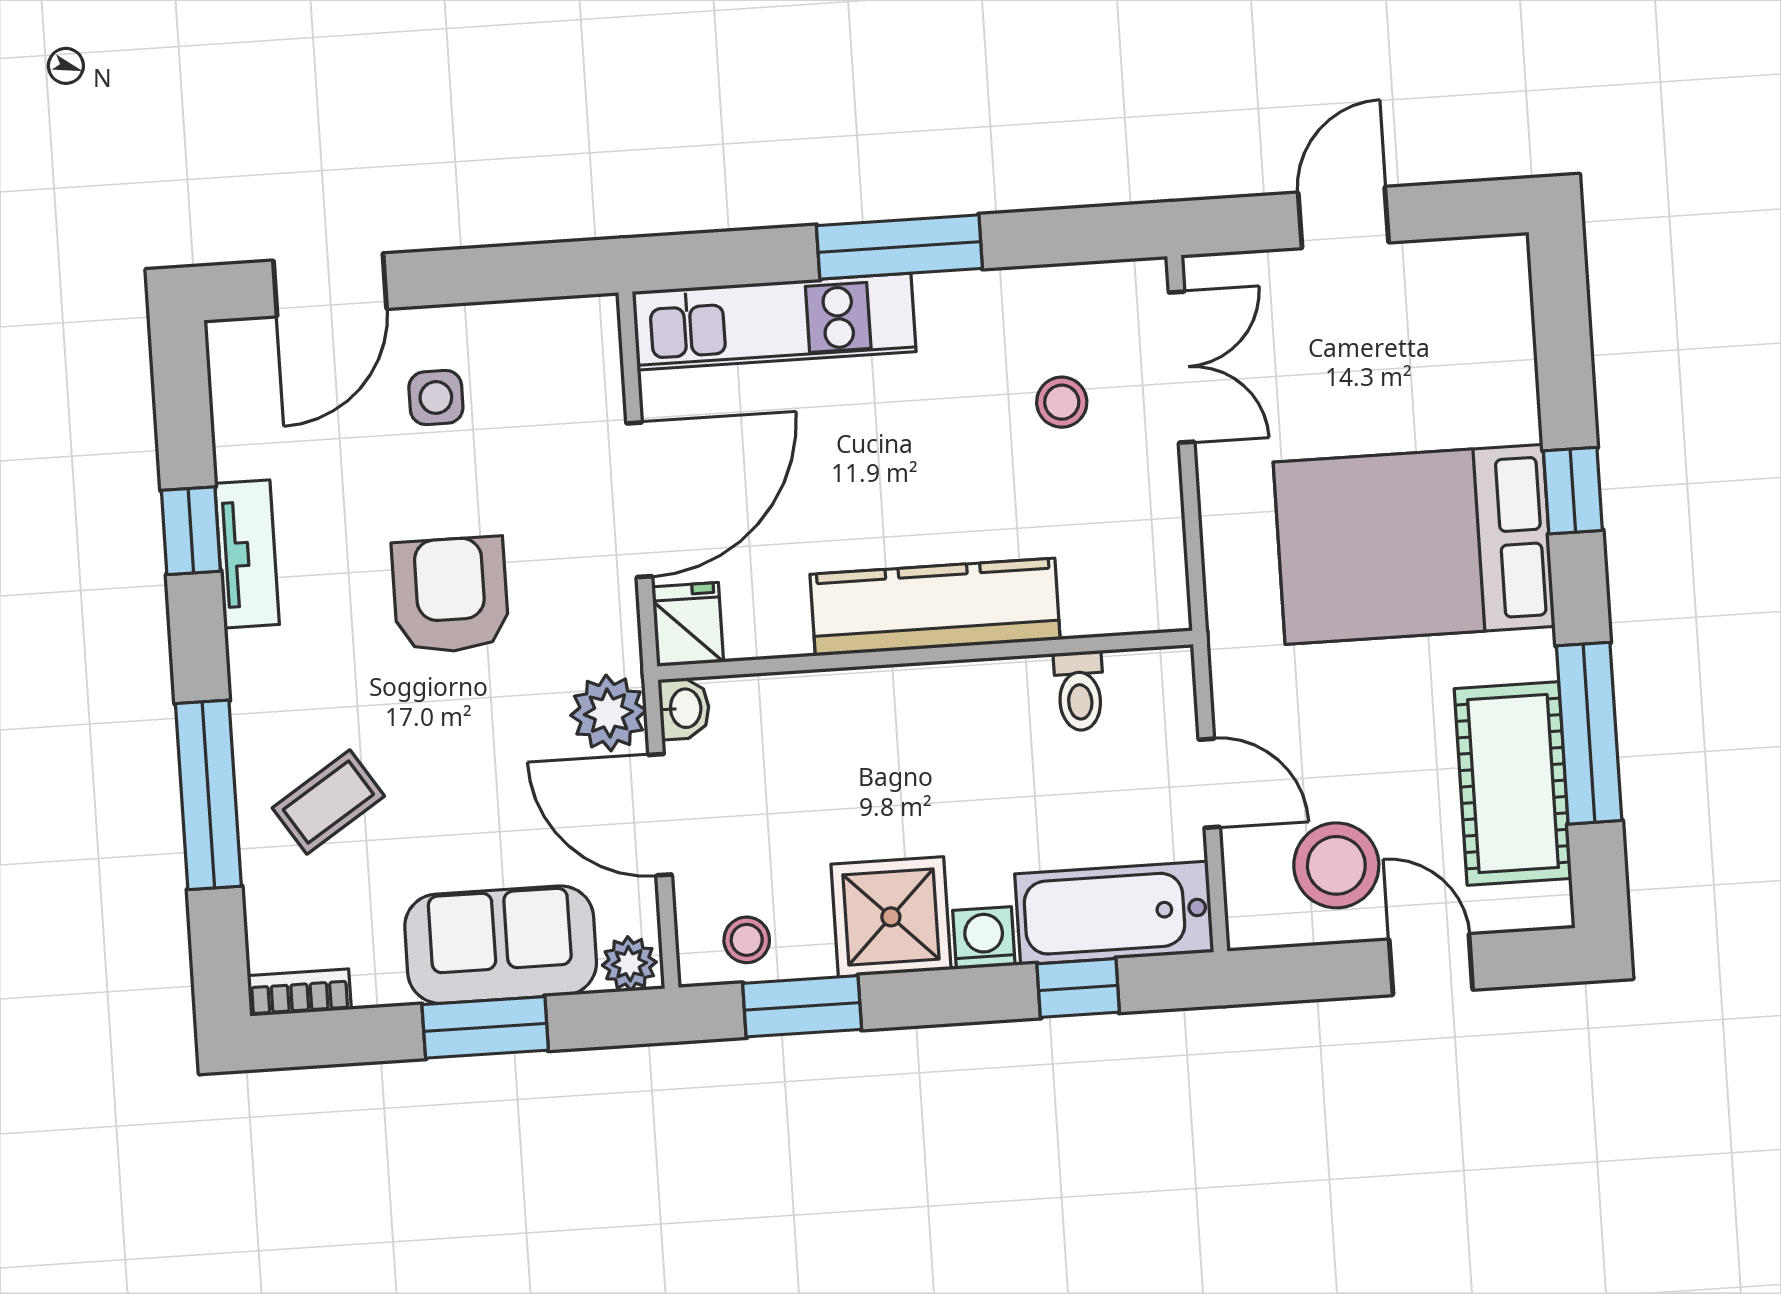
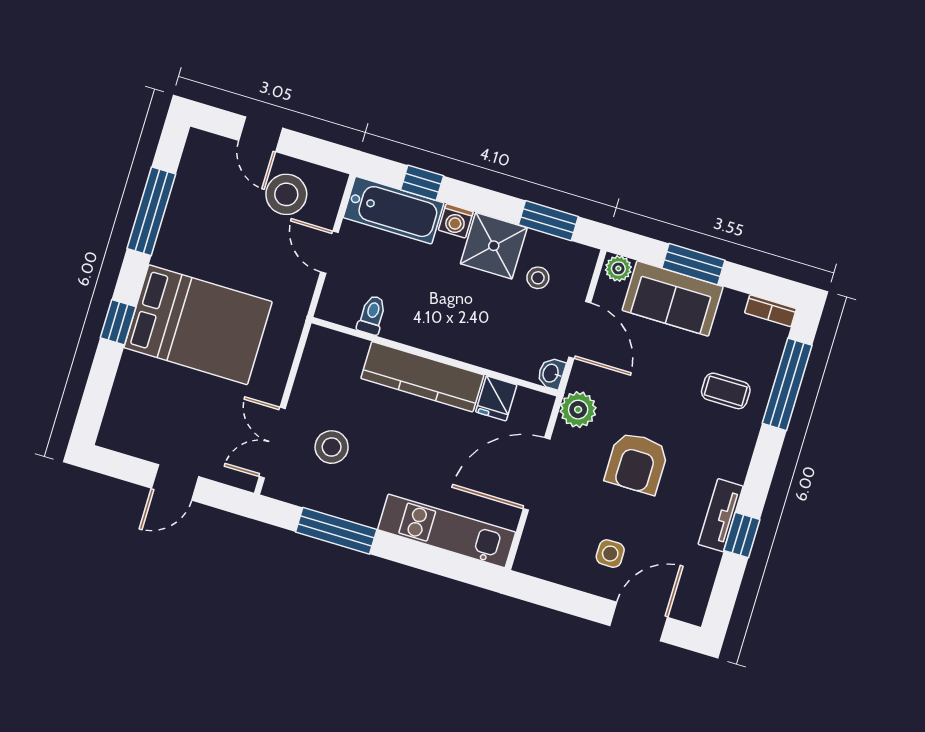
window: (899, 247) -> (336, 531), moved
stool: (1062, 402) -> (332, 447), width x1.37, depth x1.37
fridge: (688, 624) -> (496, 398), moved
plant: (608, 713) -> (578, 410), moved
cot: (1513, 784) -> (194, 201), removed
window: (208, 795) -> (787, 384), moved
coffee table: (328, 802) -> (726, 391), turned 33
stool: (747, 940) -> (538, 278), moved

